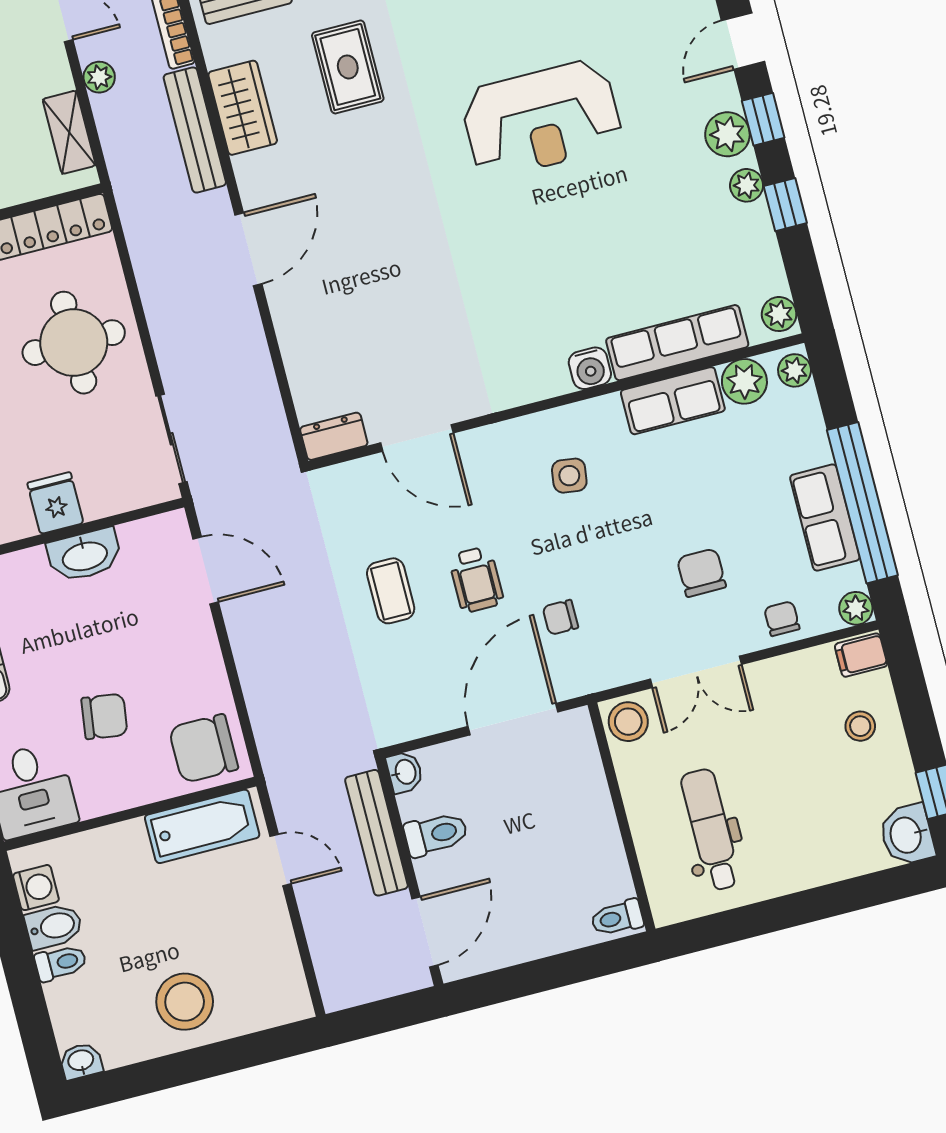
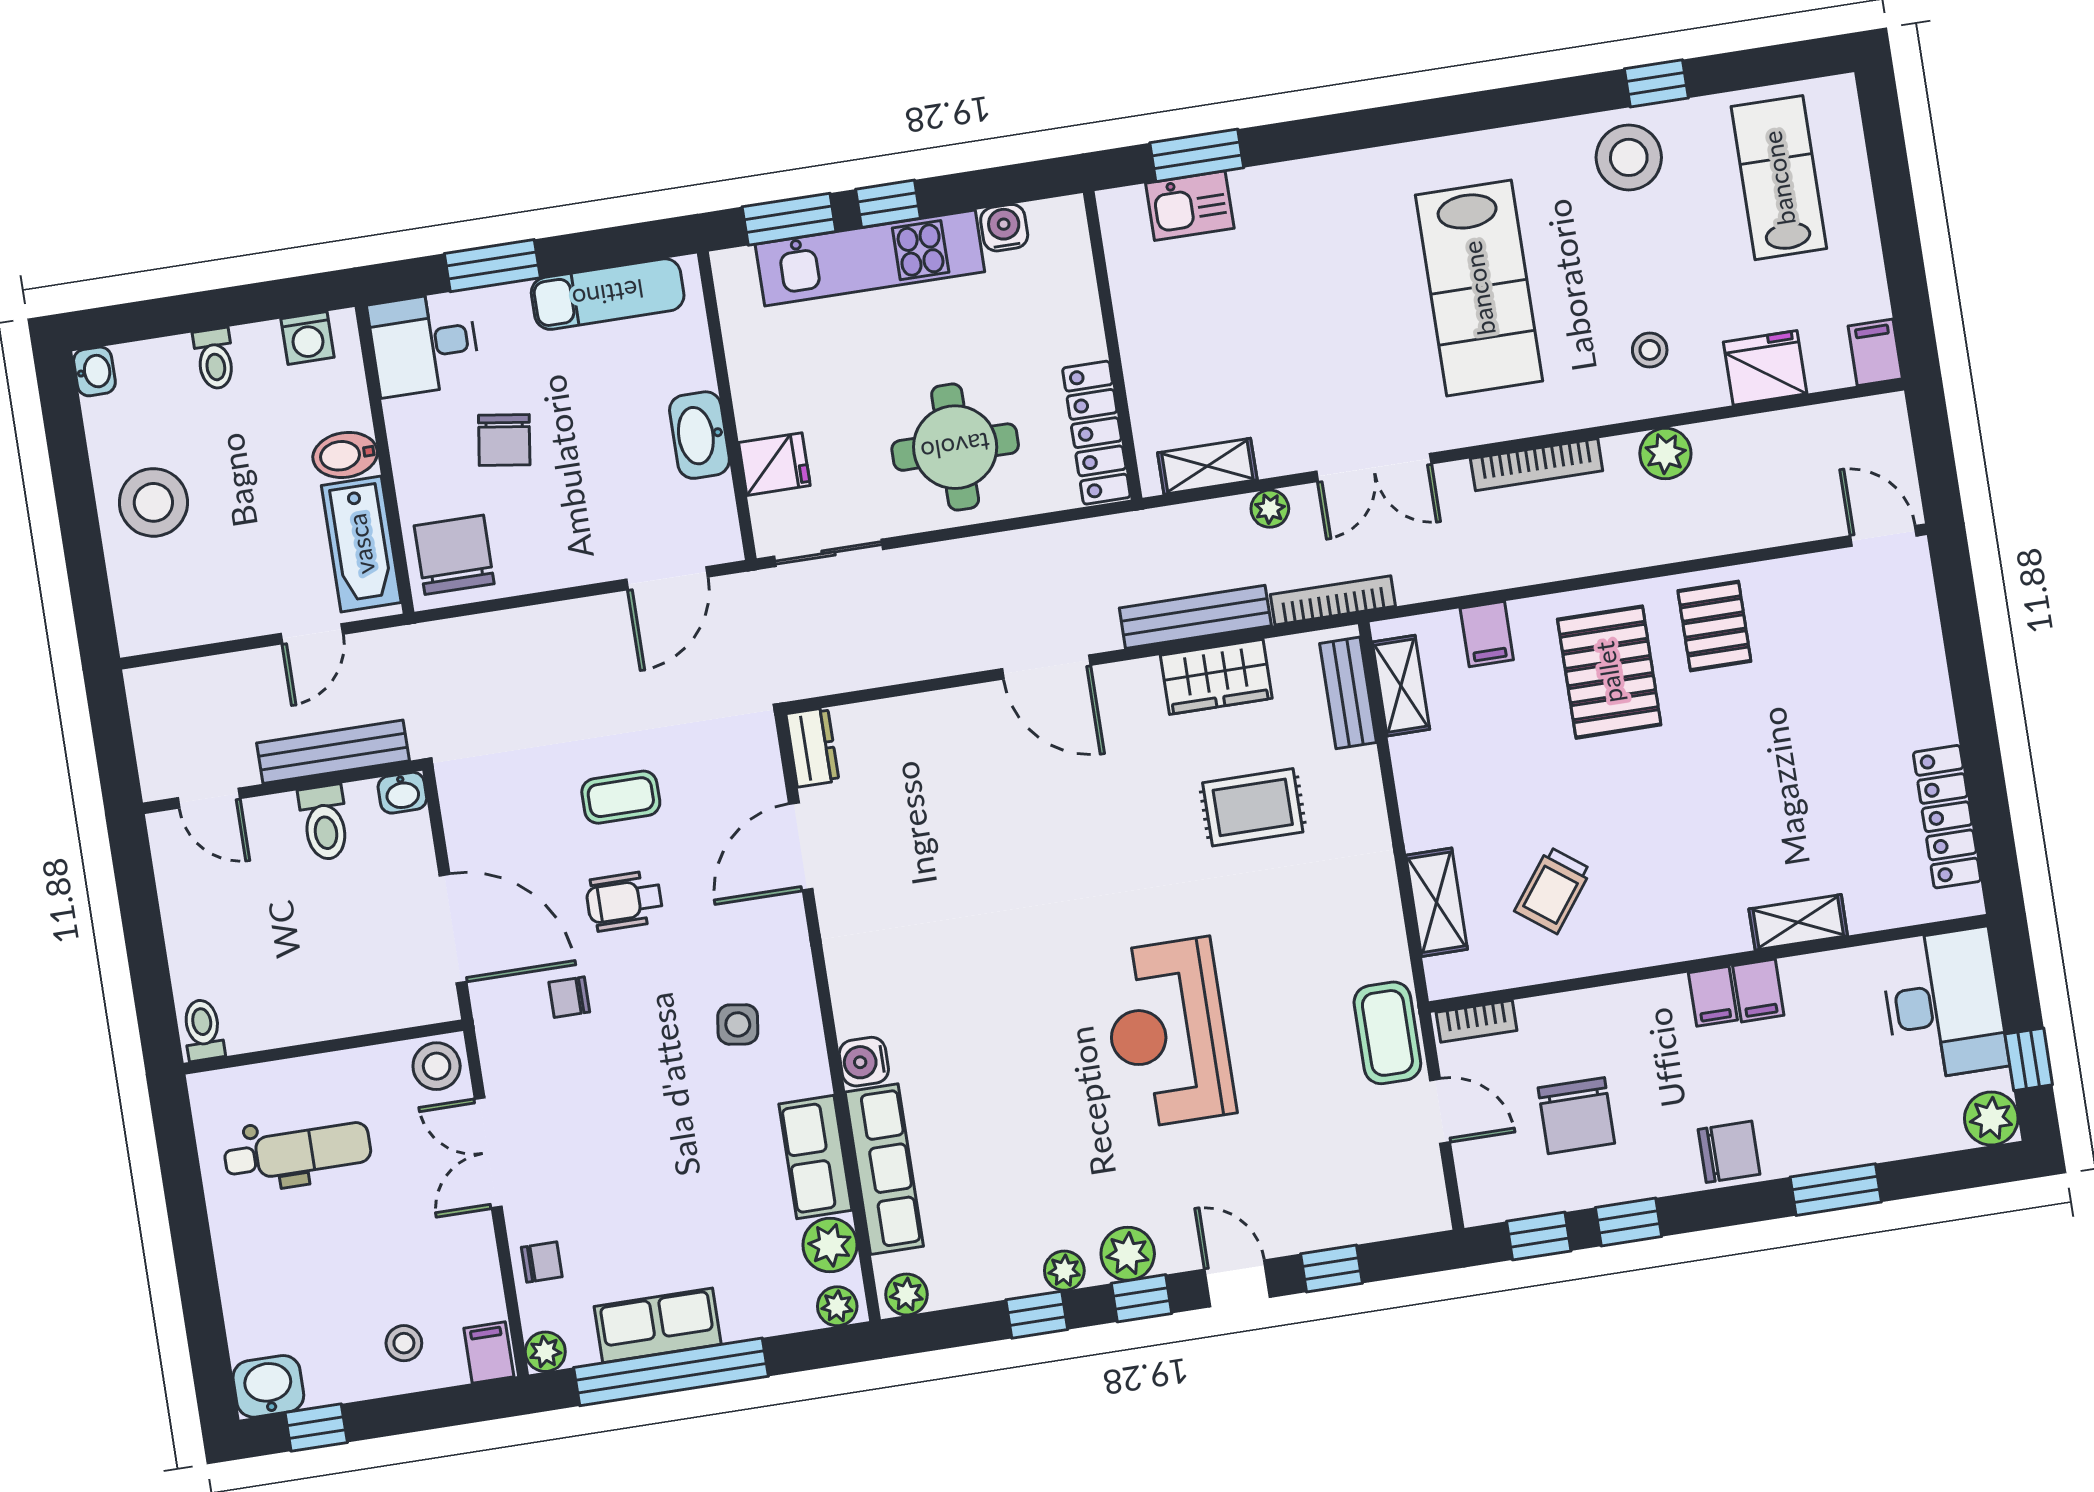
fridge: (55, 503) -> (774, 464), moved
chair: (701, 573) -> (606, 1171), removed
chair: (560, 617) -> (569, 997), turned -90
bidet: (54, 926) -> (345, 455), moved, turned 90
door: (425, 932) -> (209, 798), width x0.73

